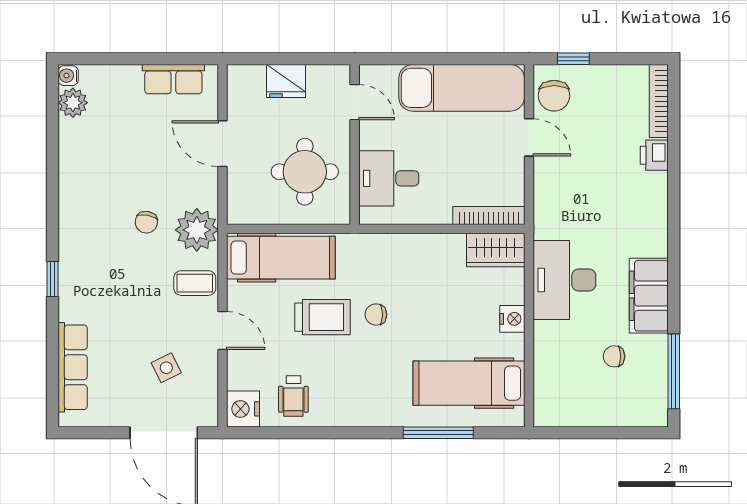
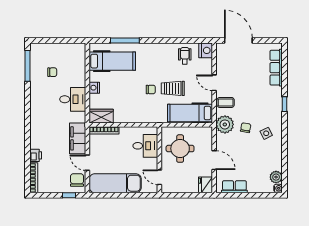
fridge: (286, 81) -> (205, 185), moved, turned -90
desk: (564, 280) -> (73, 99), width x0.73
filing cabinet: (649, 296) -> (78, 138), moved, turned 180
side table: (166, 368) -> (266, 133), moved

